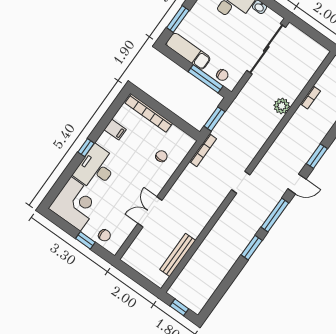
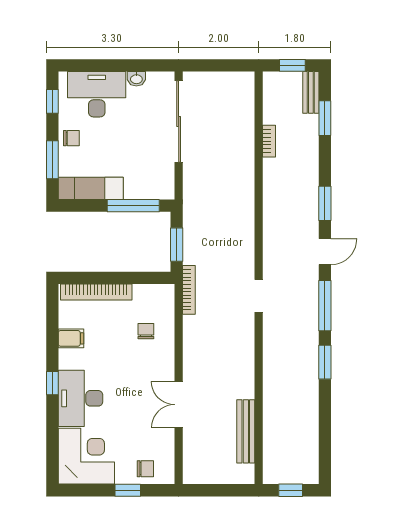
chair: (222, 75) -> (71, 138), moved
plant: (282, 106) -> (243, 175), removed

